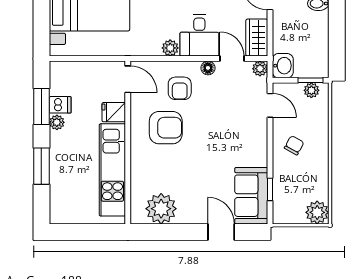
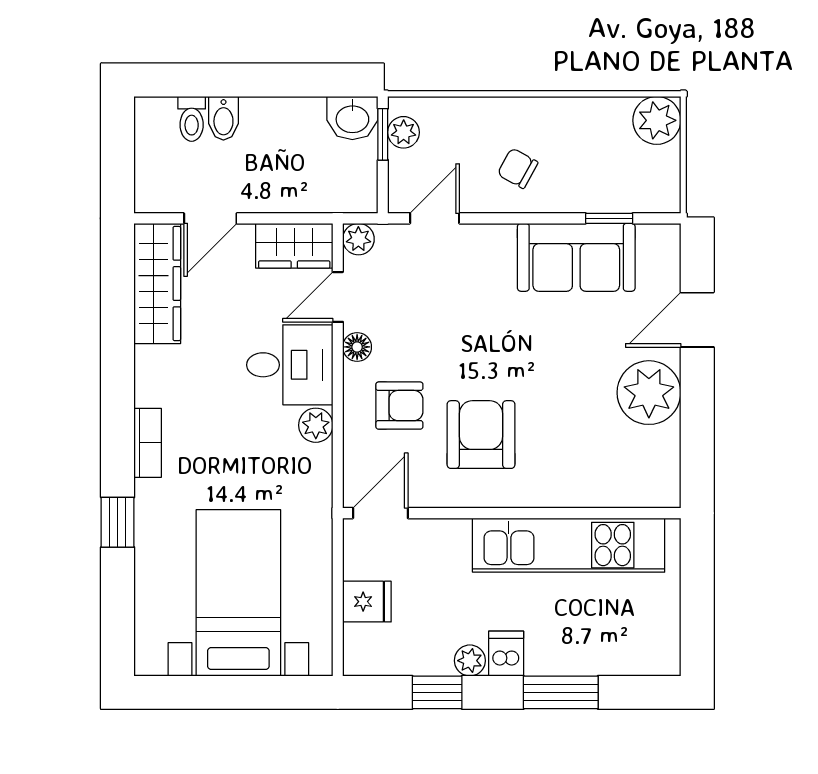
washbasin: (283, 66) -> (352, 118), moved, turned 180
dishwasher: (60, 105) -> (506, 654), moved
window: (41, 106) -> (437, 692), width x0.67
fridge: (114, 112) -> (367, 602), moved, turned -90
sofa: (251, 196) -> (576, 257), moved
plant: (161, 209) -> (649, 393), moved

